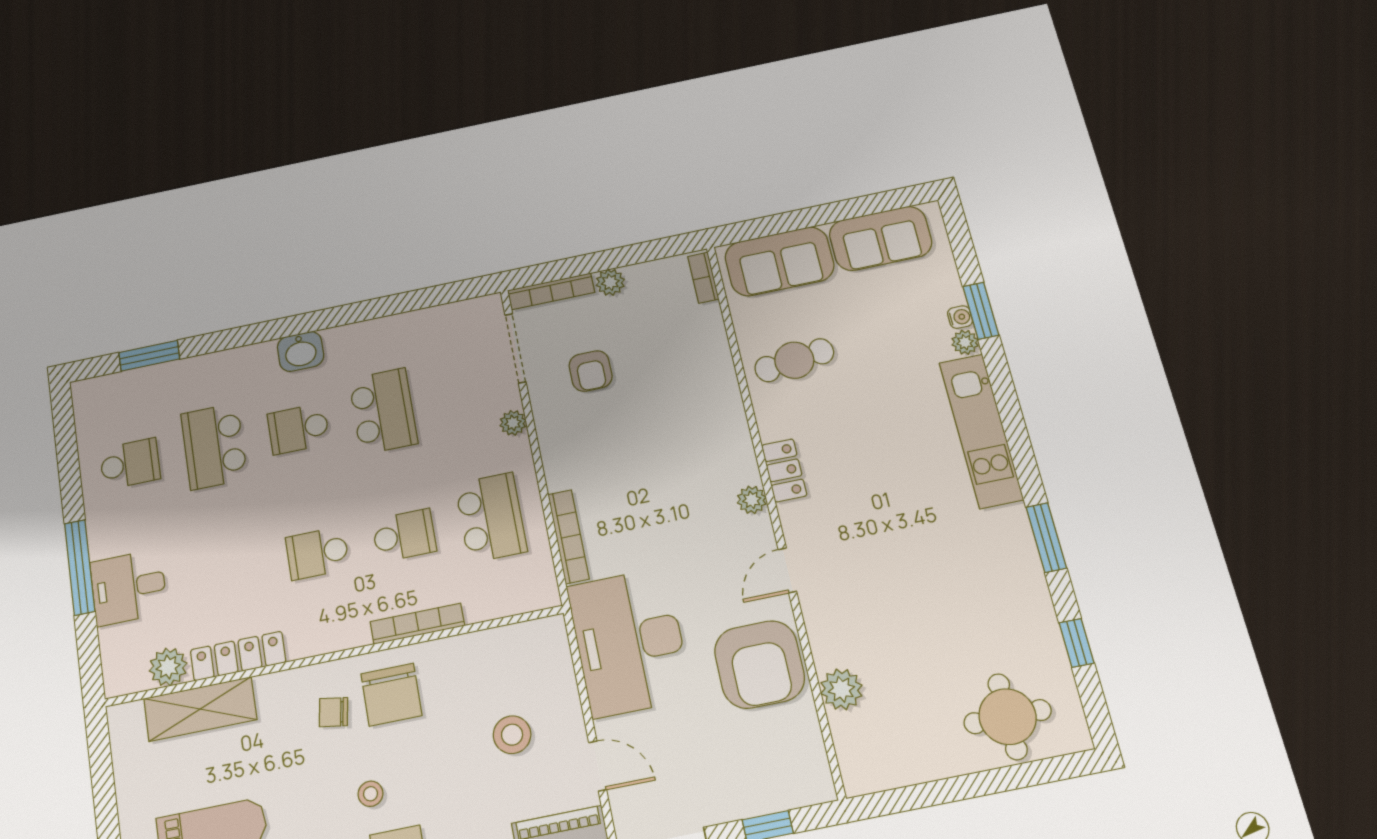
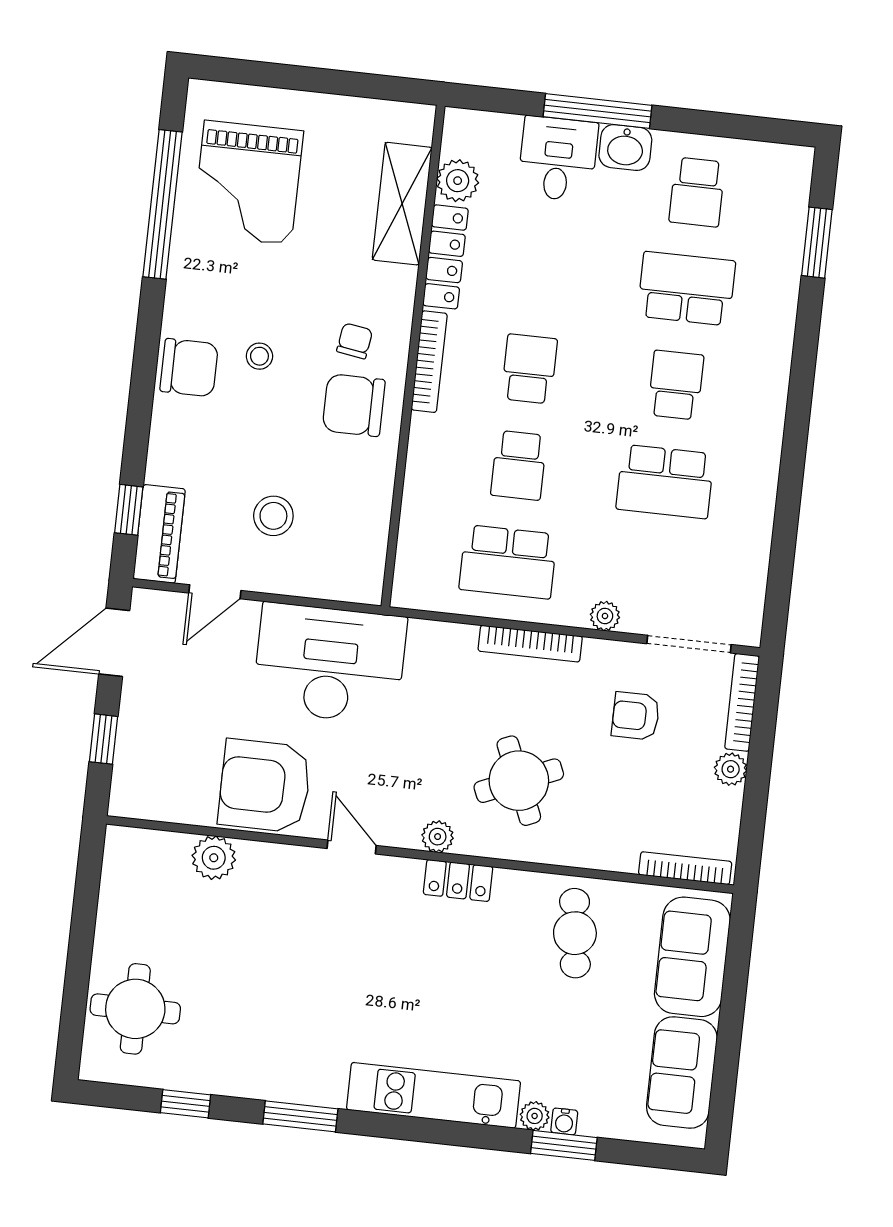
bookcase: (703, 278) -> (685, 868), width x1.56
washbasin: (301, 351) -> (625, 147), moved, turned -90
round table: (679, 448) -> (519, 781), added
bookcase: (568, 537) -> (530, 644), moved
bookcase: (417, 624) -> (429, 362), moved

